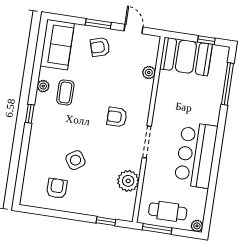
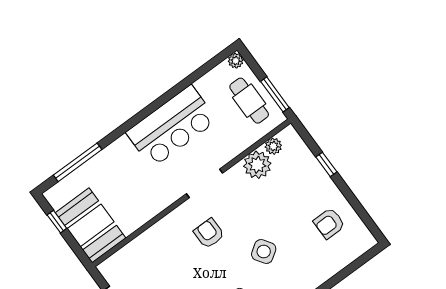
plant: (149, 73) -> (273, 146), moved
armchair: (117, 117) -> (209, 233), turned 180
side table: (75, 160) -> (264, 252), moved
window: (106, 221) -> (326, 164), moved

